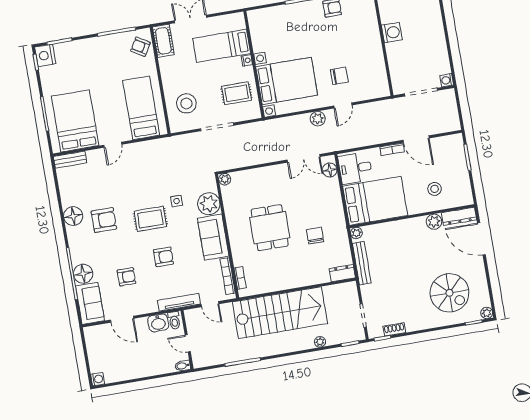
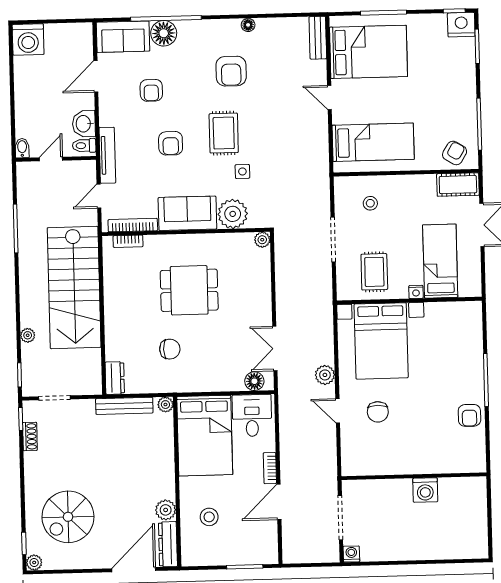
stool: (186, 103) -> (370, 203), width x0.53, depth x0.53
floor lamp: (73, 216) -> (248, 25), width x0.53, depth x0.53
washing machine: (98, 379) -> (28, 39), width x1.89, depth x1.89

